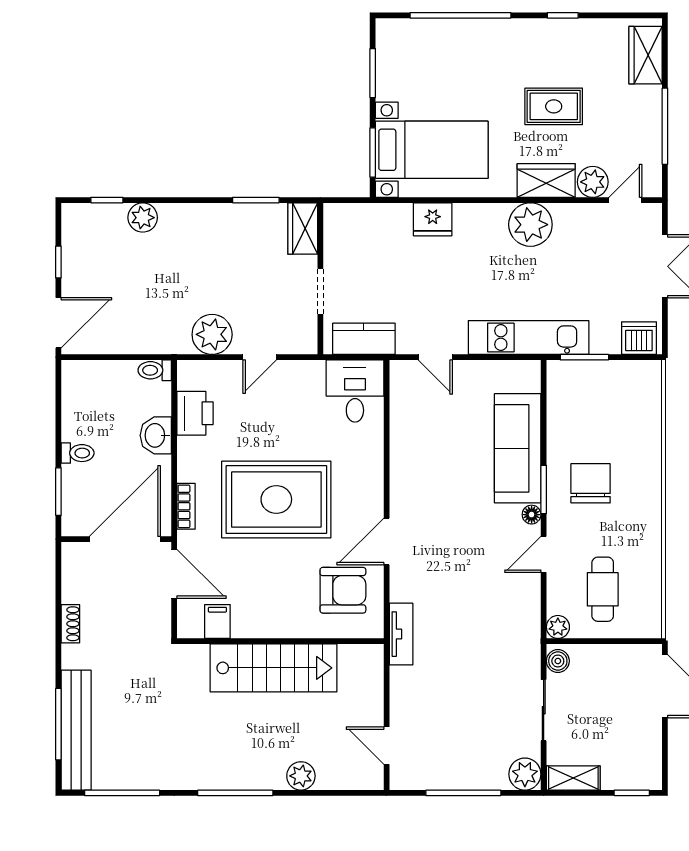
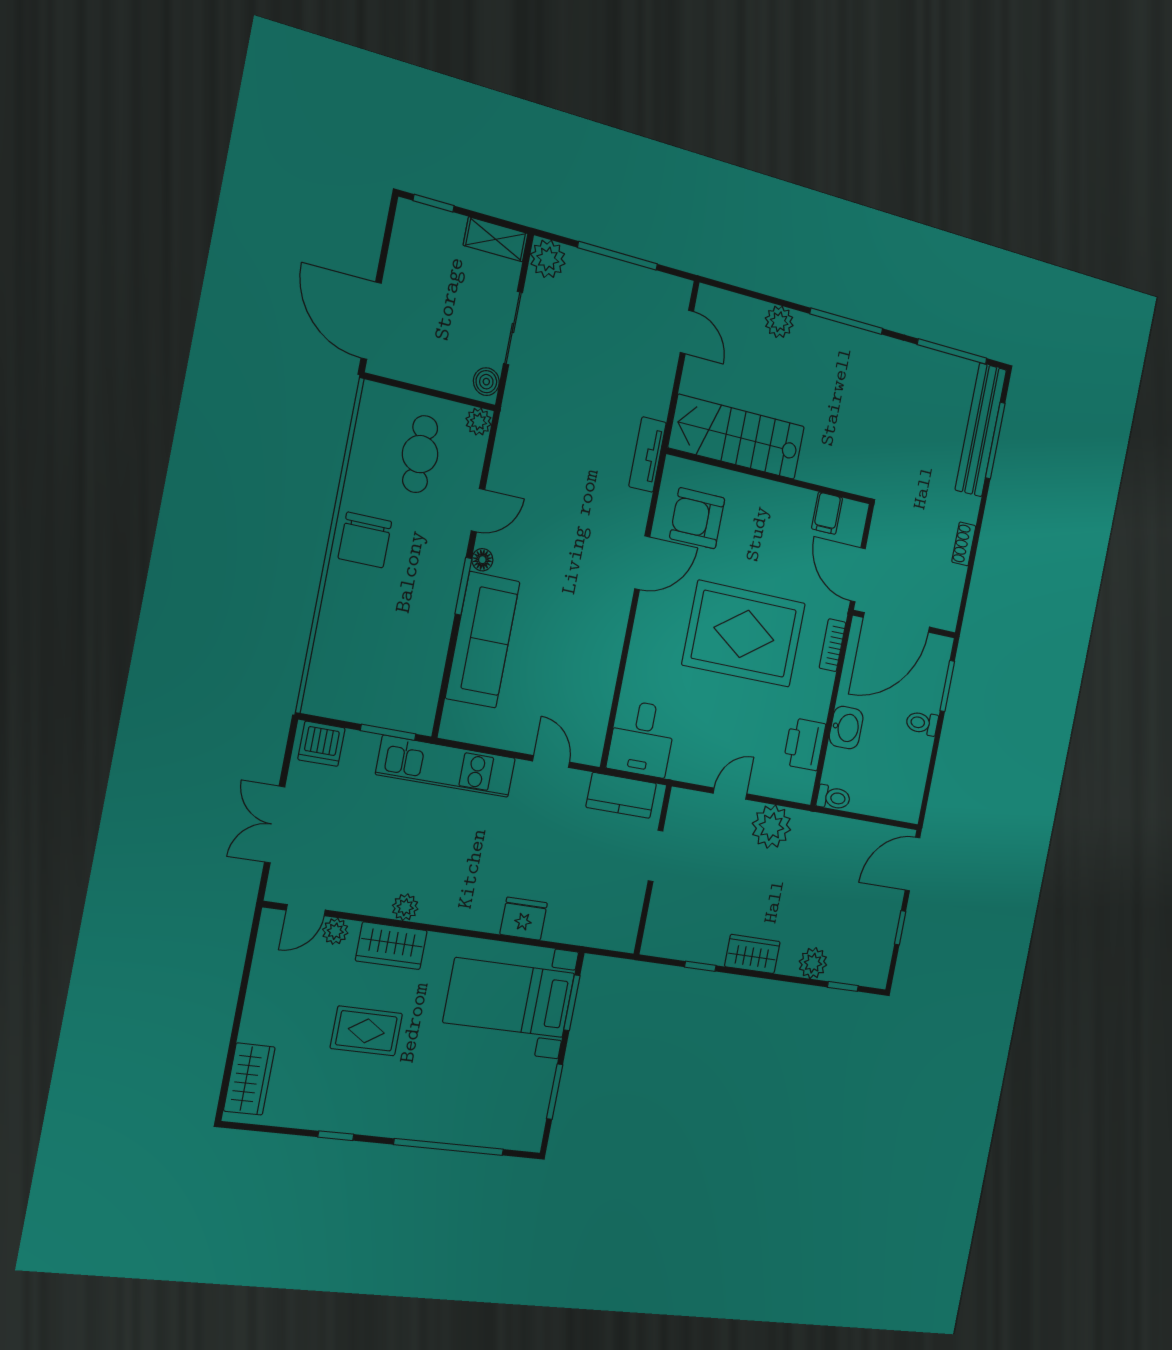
window: (665, 126) -> (243, 992), removed
plant: (593, 182) -> (335, 931), width x0.73, depth x0.73
window: (256, 200) -> (700, 966), width x0.67
plant: (530, 225) -> (405, 907), width x0.53, depth x0.53
wardrobe: (303, 229) -> (752, 954), moved, turned -90
chair: (591, 483) -> (365, 540), moved
stairs: (273, 668) -> (737, 437), moved

